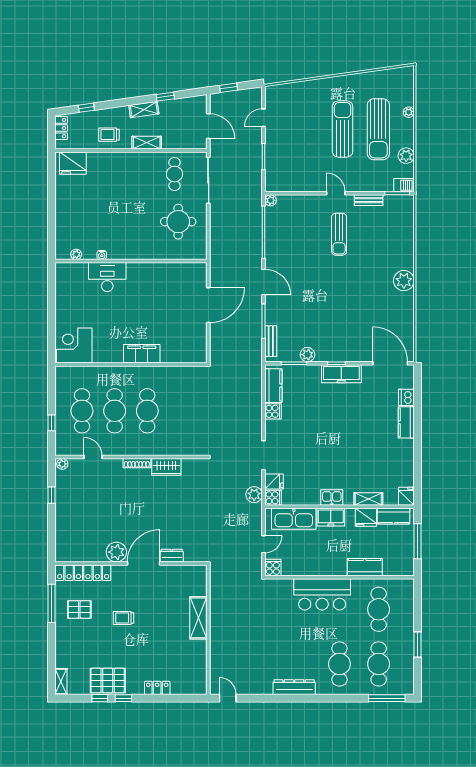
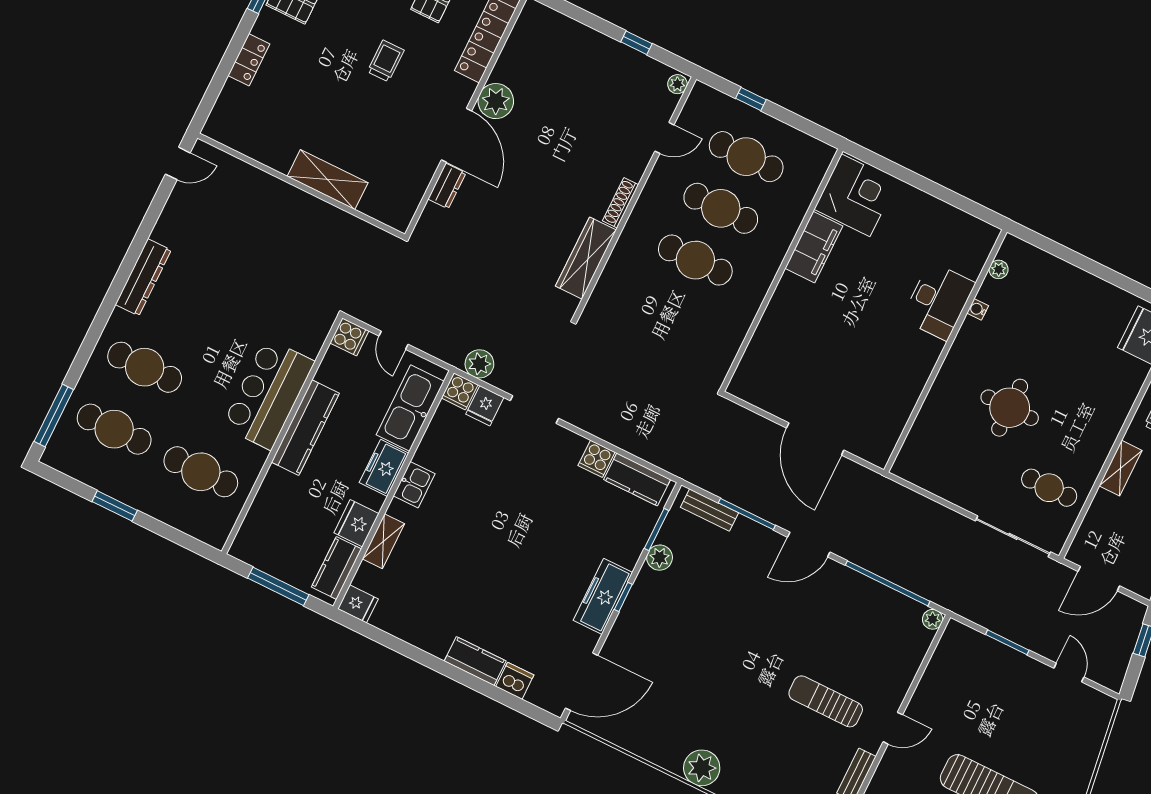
round table: (178, 222) -> (1010, 408), moved
filing cabinet: (142, 354) -> (814, 247), moved
wardrobe: (166, 467) -> (586, 258), width x1.50
kitchen counter: (365, 567) -> (305, 428), moved, width x1.50

